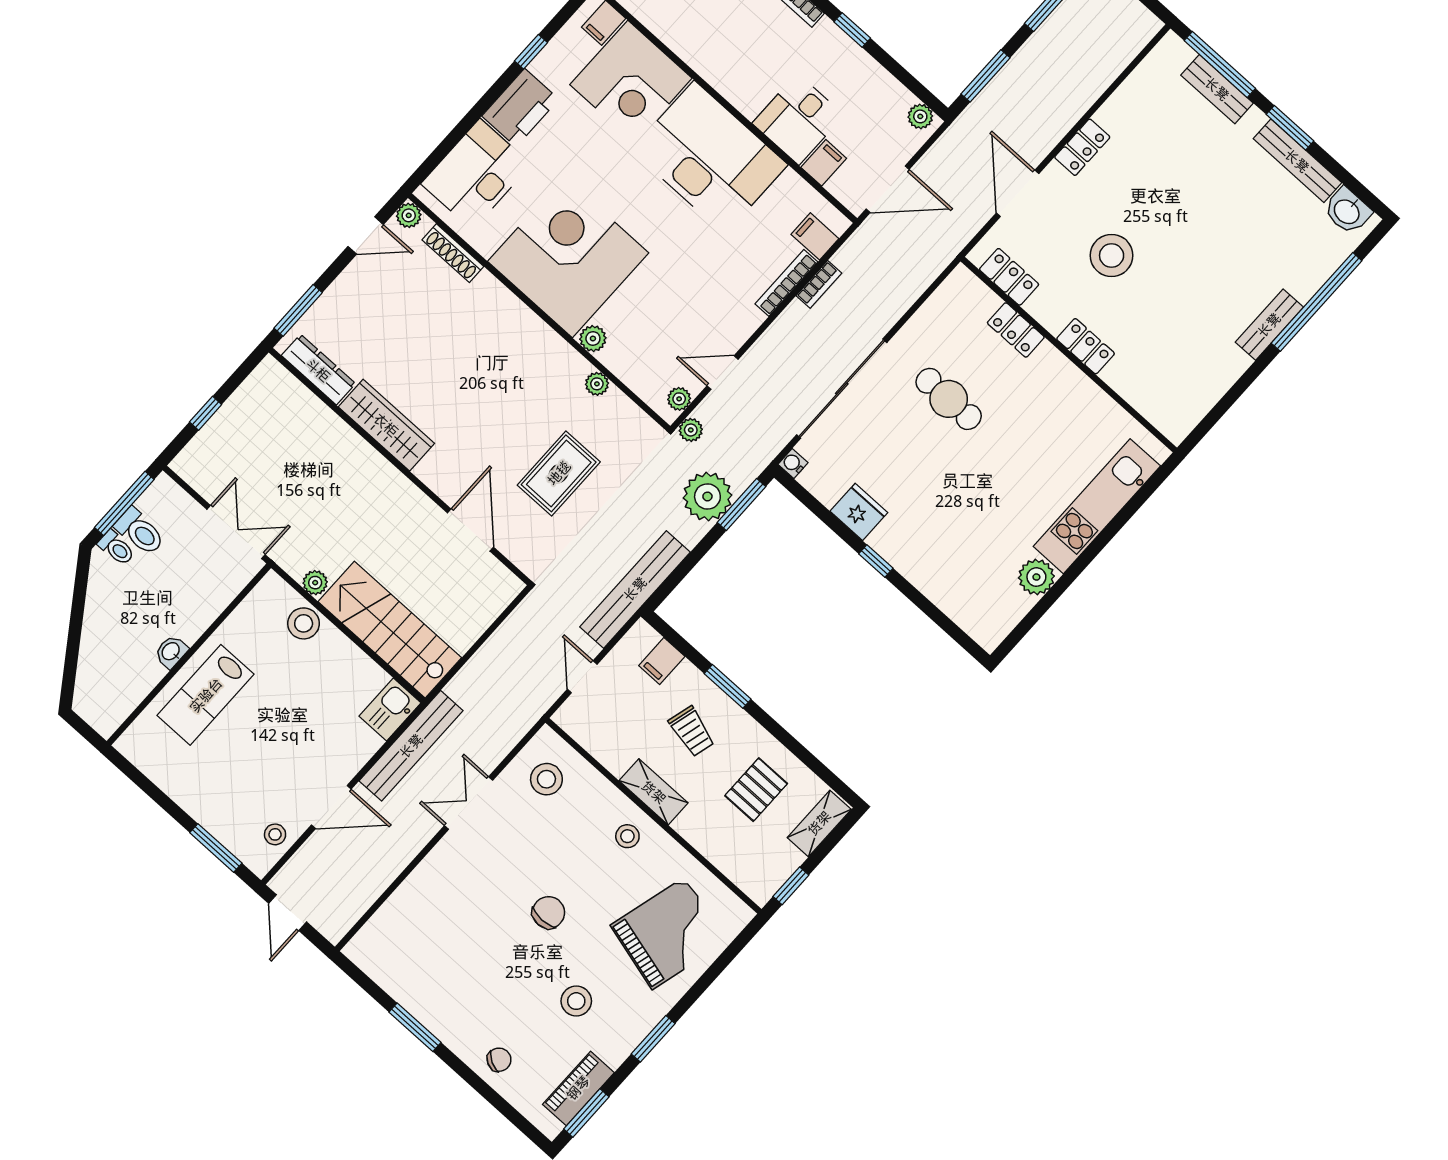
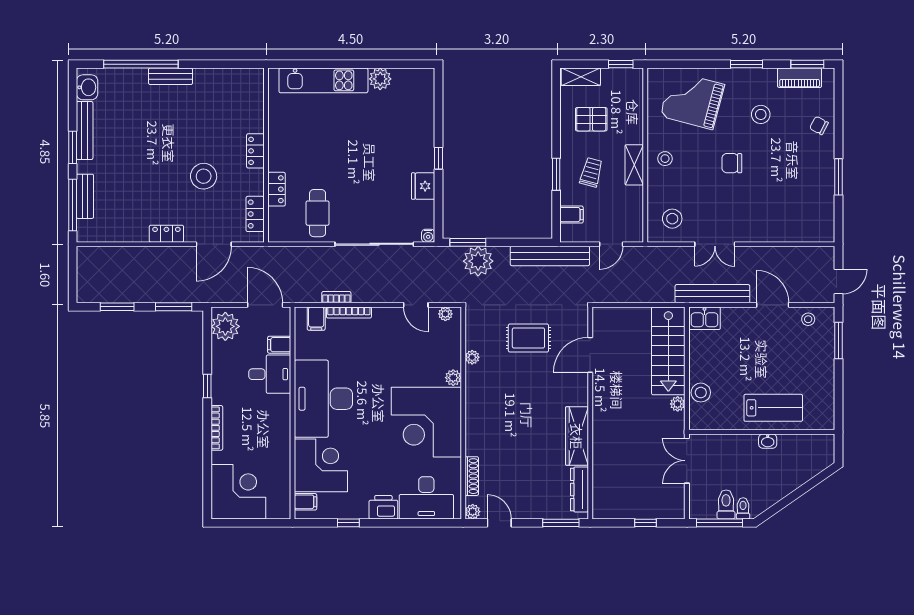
printer: (520, 108) -> (383, 507), width x0.73, depth x0.84
plant: (920, 116) -> (225, 326), width x1.88, depth x1.88
cafe table: (949, 399) -> (318, 213), moved
plant: (691, 430) -> (455, 296), removed

